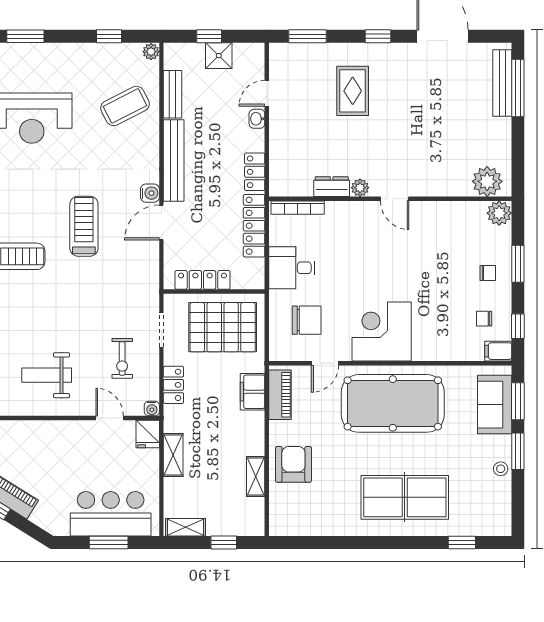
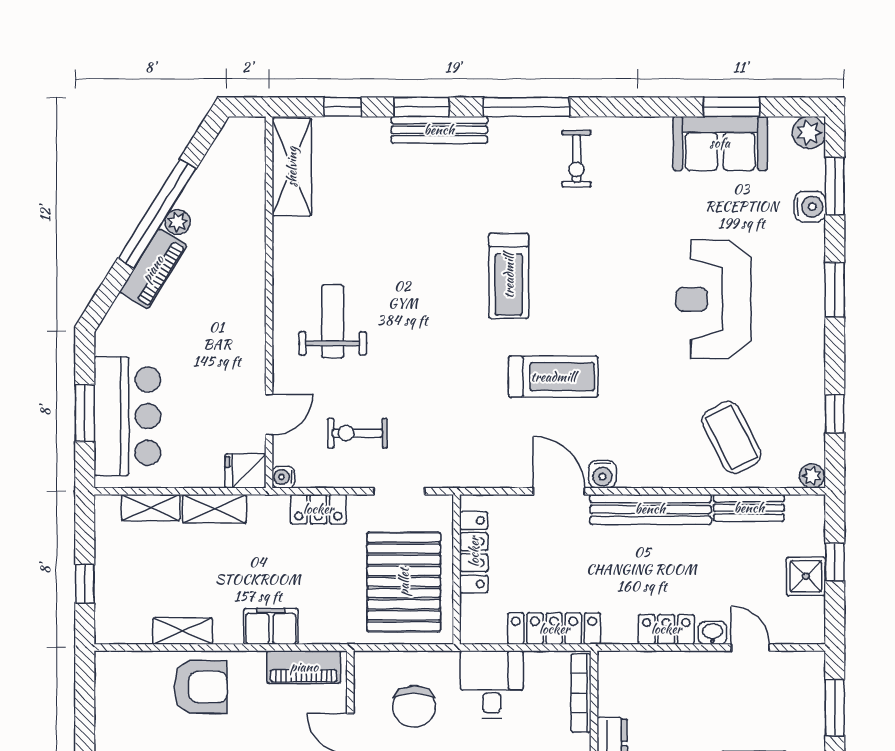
locker: (255, 172) -> (666, 629), moved
filing cabinet: (253, 392) -> (271, 626), moved
shelving: (186, 527) -> (151, 508), moved, turned 90

